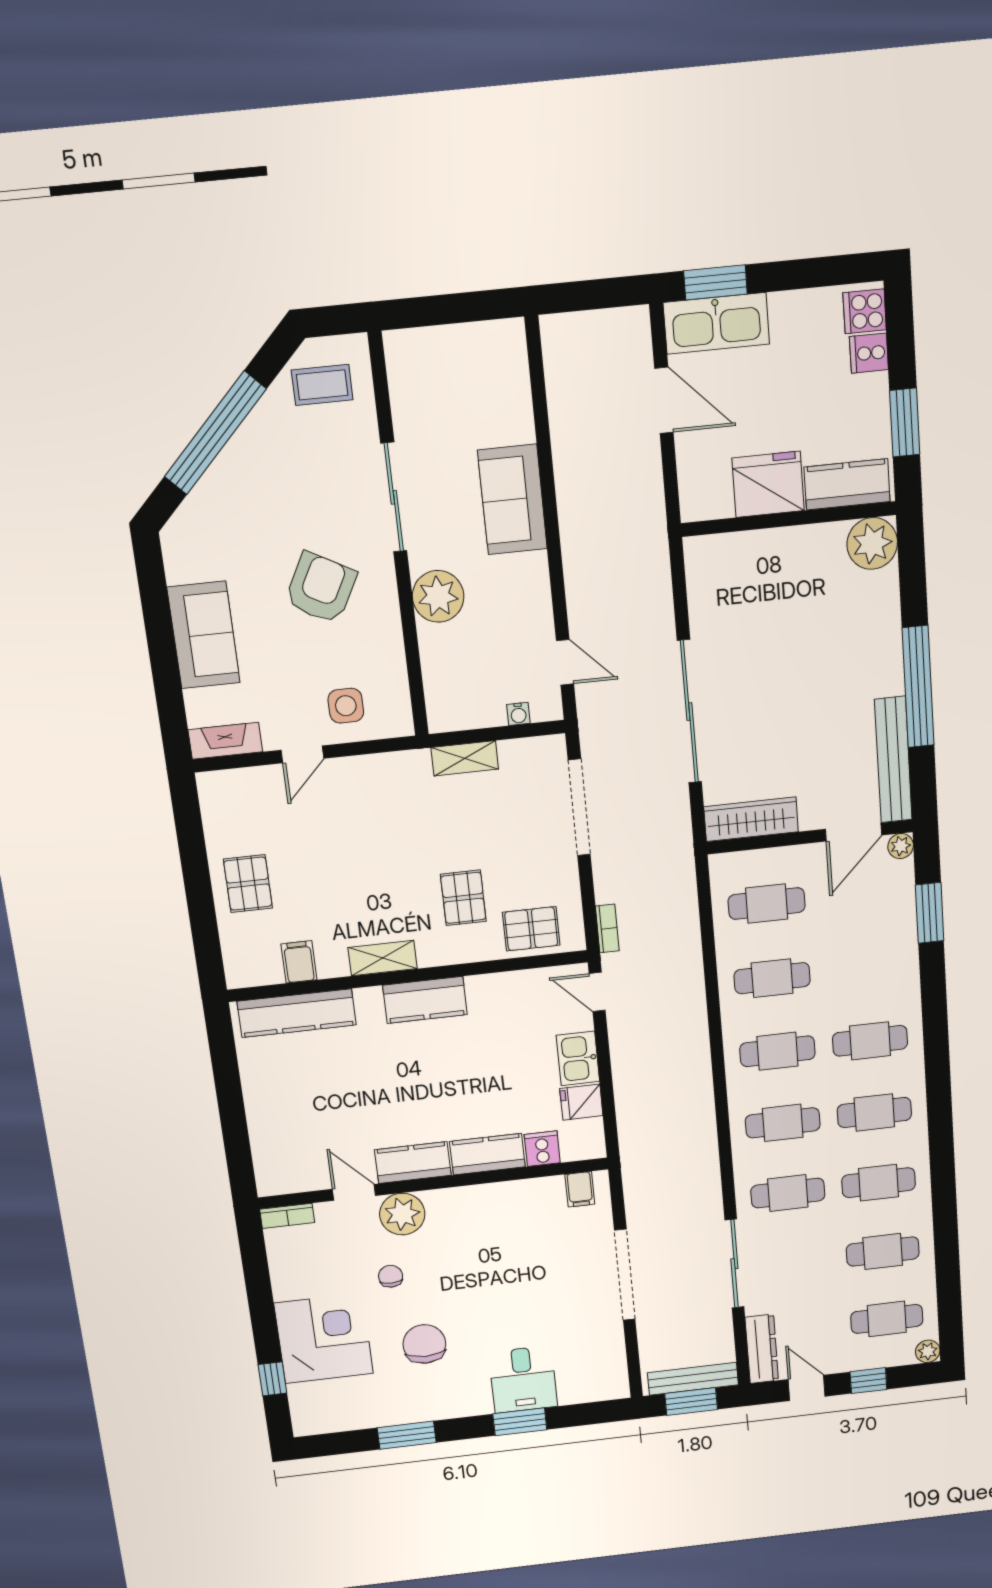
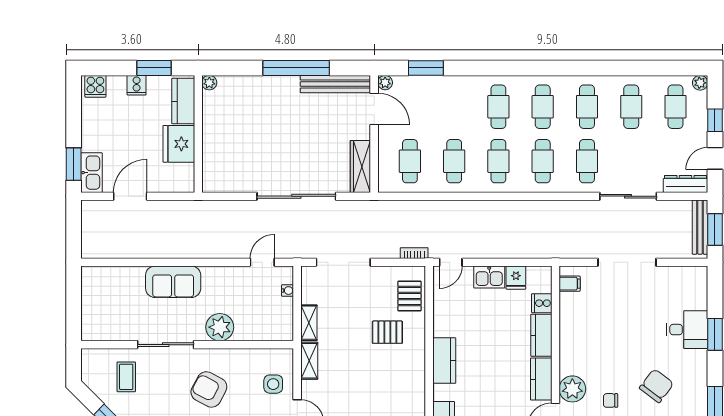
kitchen sink: (716, 323) -> (91, 173), width x0.73, depth x0.81
cooker: (869, 353) -> (137, 85), moved
coffee table: (322, 385) -> (126, 377), moved
plant: (872, 543) -> (209, 83), width x0.53, depth x0.53
shelving: (383, 958) -> (309, 361), moved
chair: (424, 1344) -> (657, 386), turned 127

